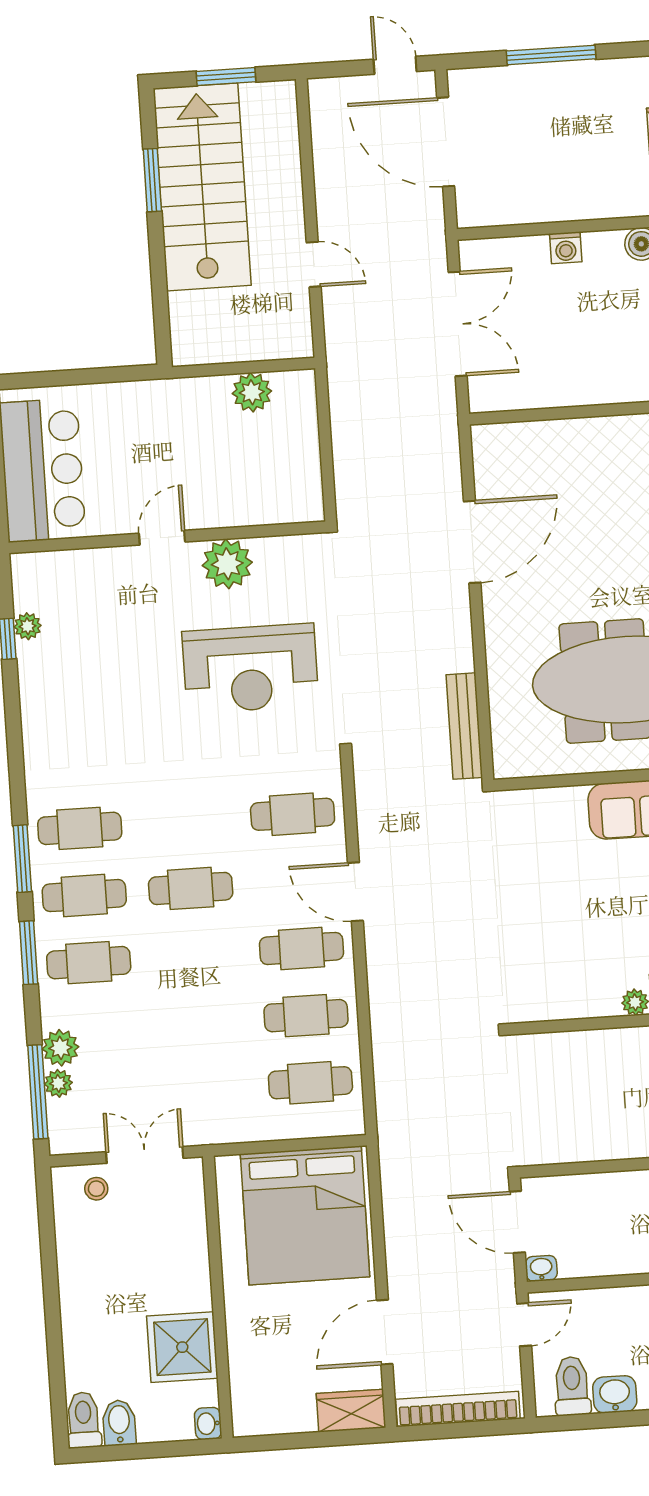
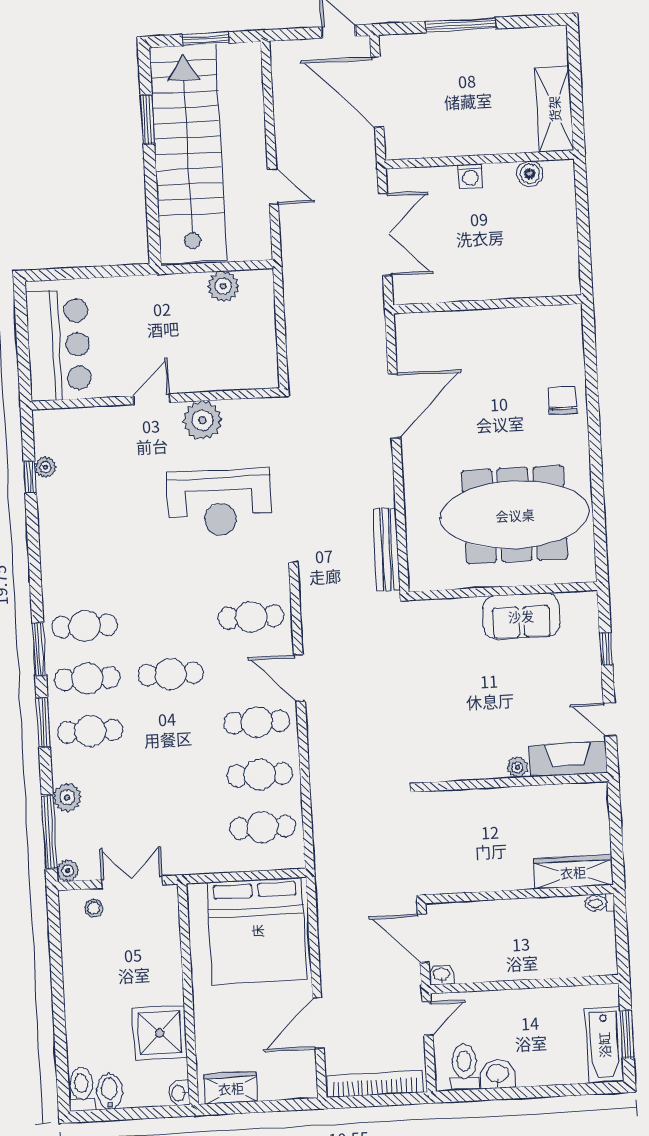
stairs: (202, 187) -> (188, 154), width x1.36
plant: (58, 1083) -> (68, 871), moved
wardrobe: (351, 1411) -> (231, 1088), moved

